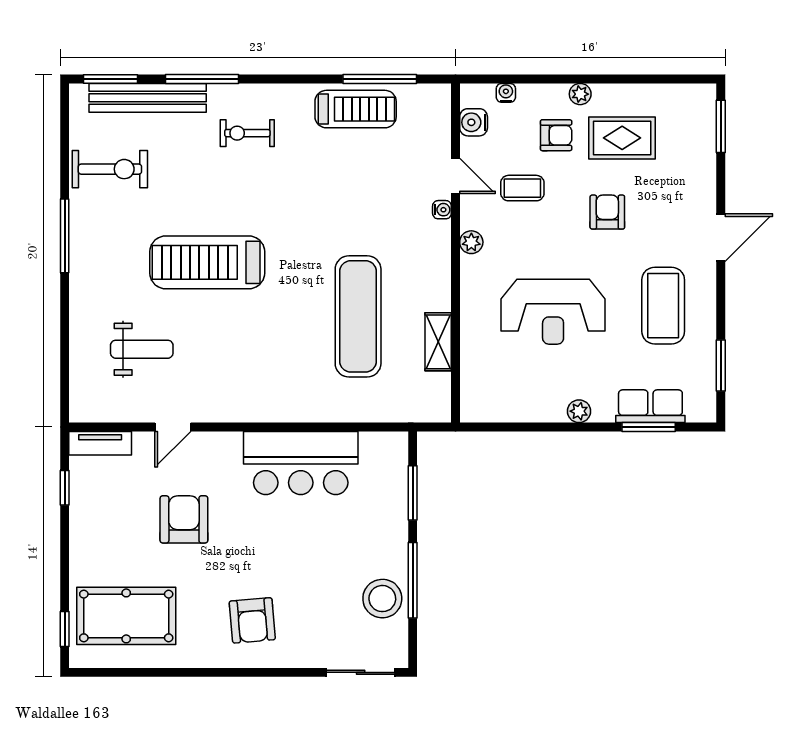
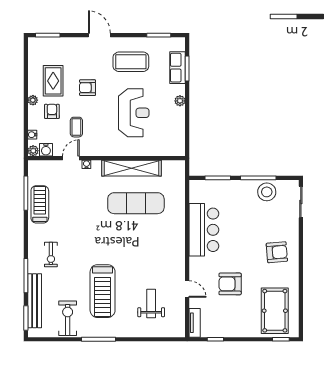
plant: (471, 242) -> (33, 151), moved
treadmill: (207, 262) -> (103, 291), moved
shelving: (438, 342) -> (132, 168), width x2.20, depth x1.33

